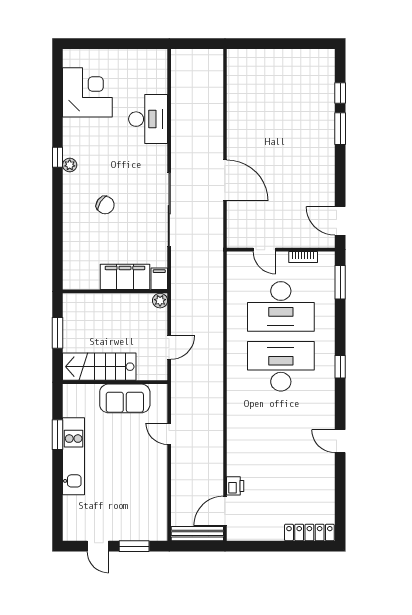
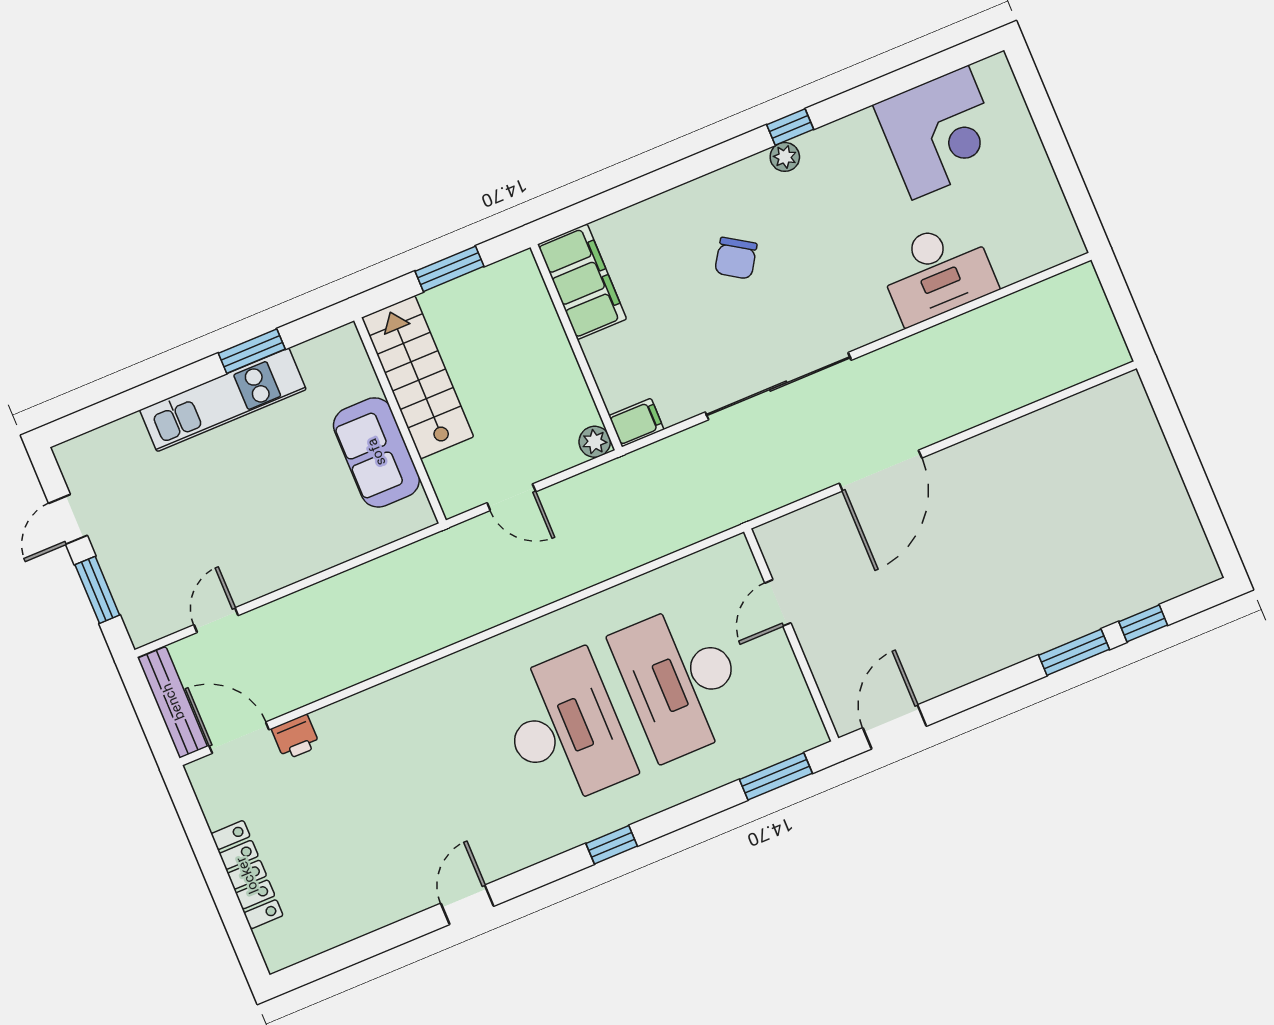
bookcase: (303, 257) -> (795, 684), removed
filing cabinet: (125, 277) -> (582, 282), moved
door: (169, 434) -> (216, 620), moved
locker: (309, 532) -> (247, 875), moved

